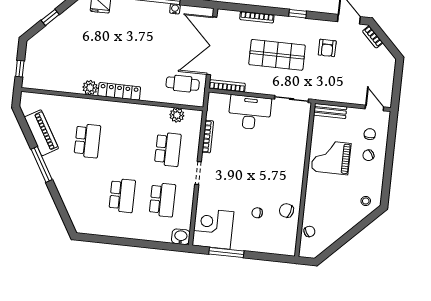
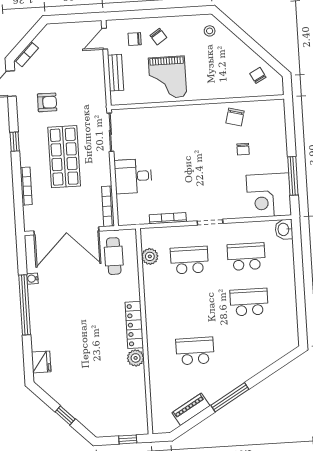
bench: (330, 111) -> (116, 73), moved
desk: (250, 112) -> (133, 176), width x0.73
piano: (41, 133) -> (191, 409), width x0.73, depth x0.75
chair: (309, 231) -> (258, 75), moved

